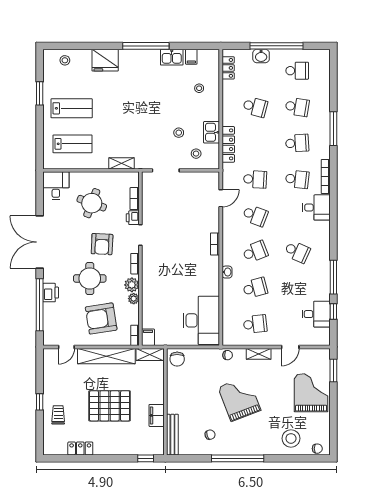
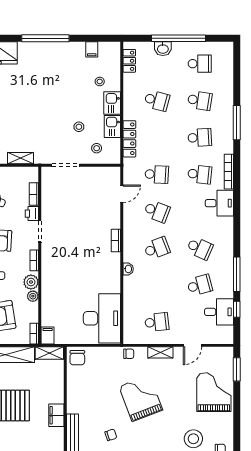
kitchen sink: (172, 57) -> (112, 103), moved, turned 90
school desk: (255, 288) -> (200, 285), moved

